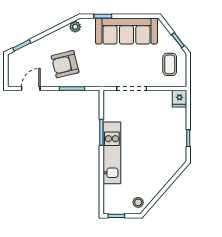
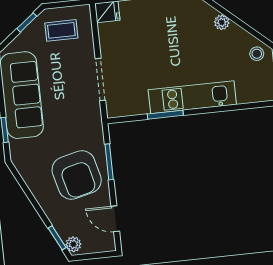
plant: (75, 27) -> (73, 244), moved
armchair: (65, 64) -> (77, 175), width x1.36, depth x1.36
plant: (163, 180) -> (222, 22), added

